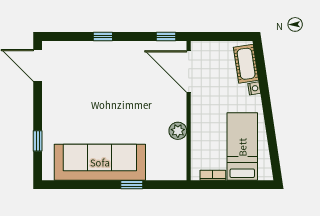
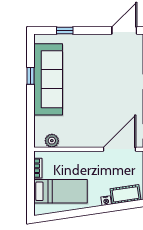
plant: (178, 131) -> (52, 141), moved
window: (132, 185) -> (31, 76), moved

